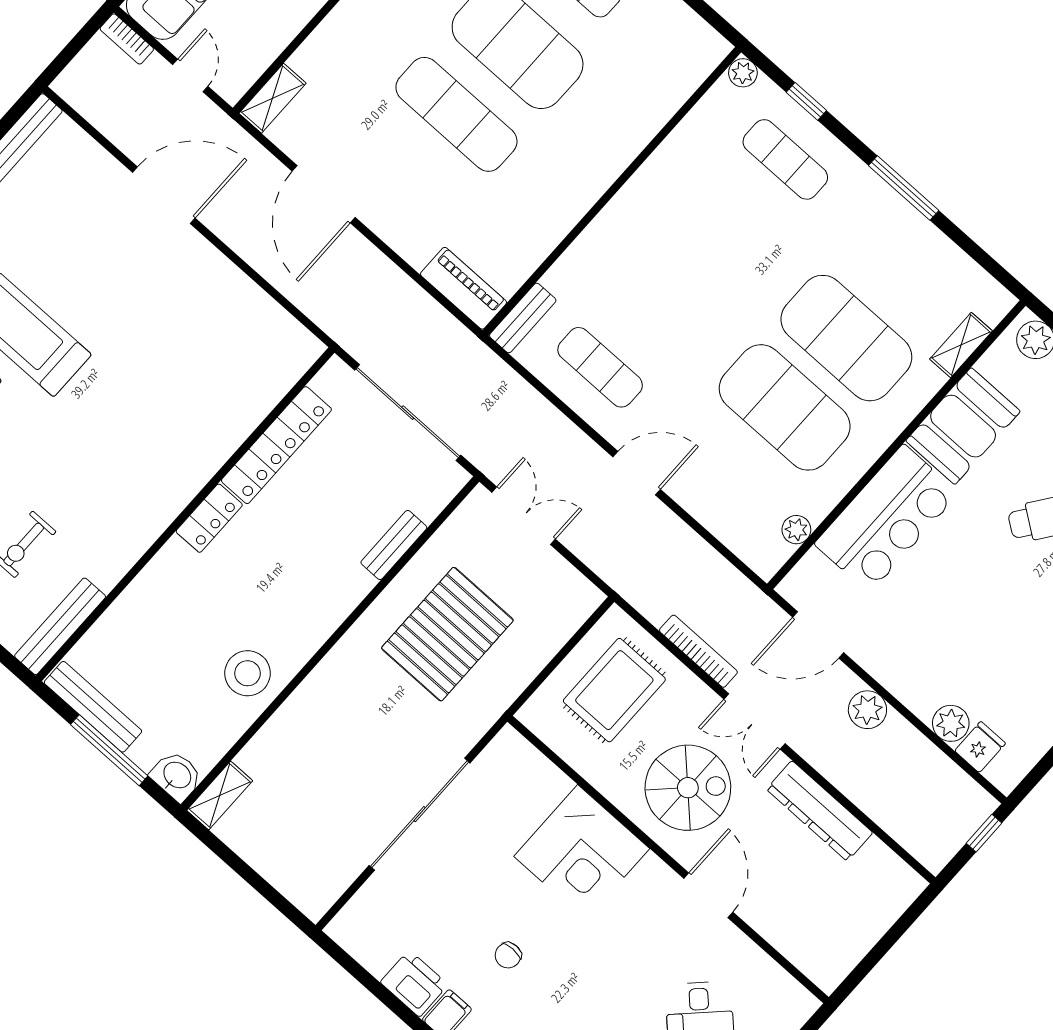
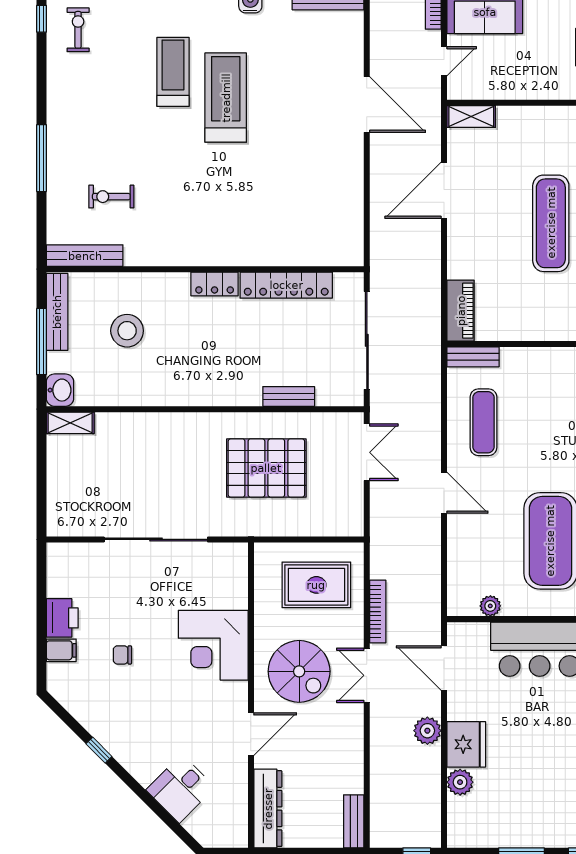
stool: (248, 673) -> (127, 331), moved
fridge: (980, 747) -> (466, 744), moved, width x1.88, depth x1.34
dresser: (820, 811) -> (268, 809), moved, turned 180
bench: (893, 869) -> (354, 821), added

